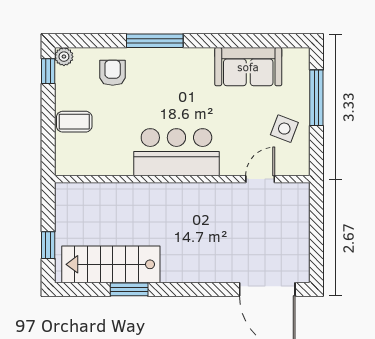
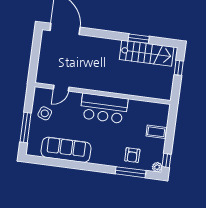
window: (155, 41) -> (131, 172), moved
sofa: (248, 67) -> (66, 150), width x1.36

